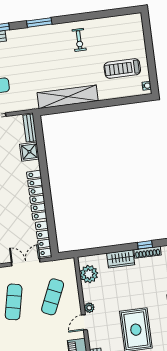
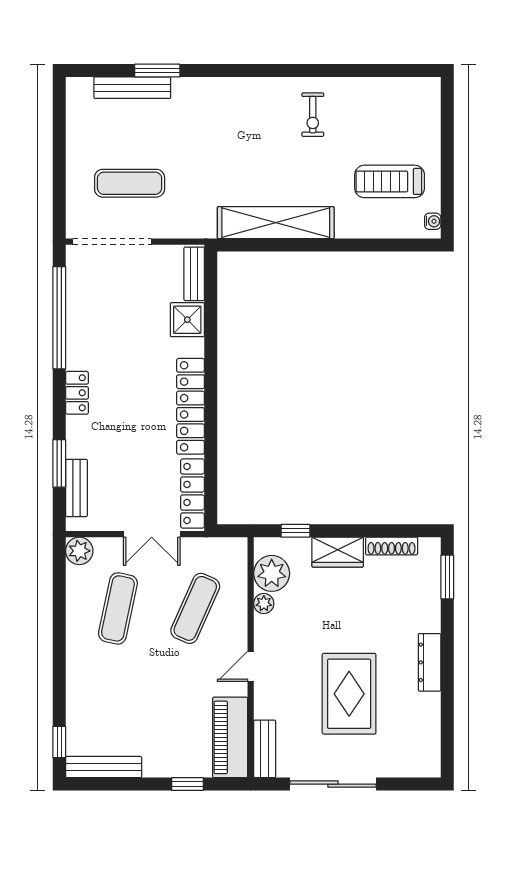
window: (39, 22) -> (240, 71), removed
window: (145, 245) -> (296, 531), moved
double door: (26, 262) -> (152, 534), swing flipped
plant: (89, 308) -> (264, 603), moved

